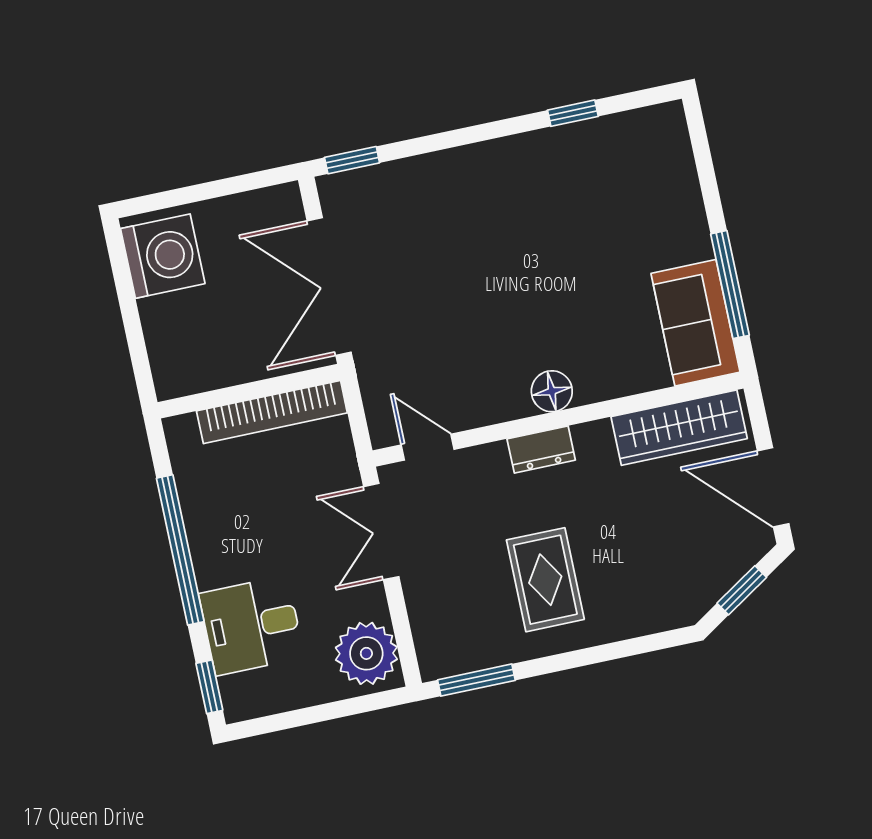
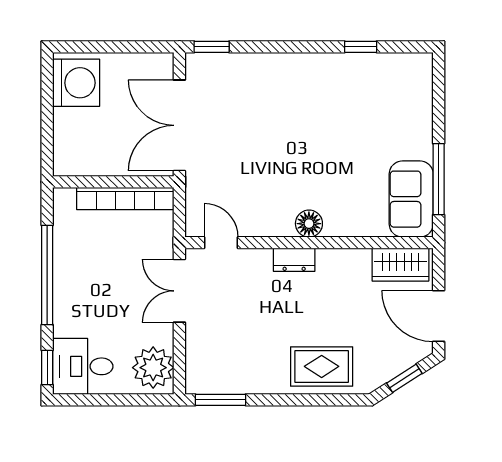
wardrobe: (679, 428) -> (400, 265), width x0.67
rug: (545, 580) -> (322, 366), moved, turned 90
desk: (252, 626) -> (83, 366), moved

